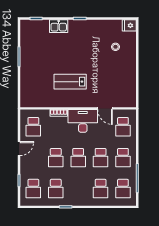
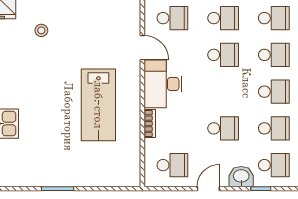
lab bench: (70, 82) -> (98, 105), width x1.36, depth x1.39
door: (105, 108) -> (142, 48), hinge flipped
door: (19, 149) -> (208, 189), hinge flipped
school desk: (78, 158) -> (274, 92), moved
washbasin: (26, 169) -> (241, 177), added

